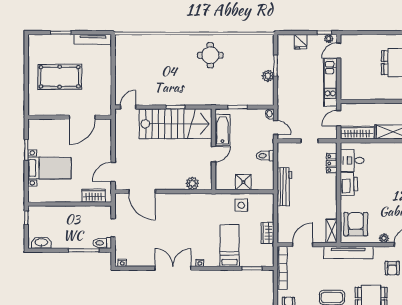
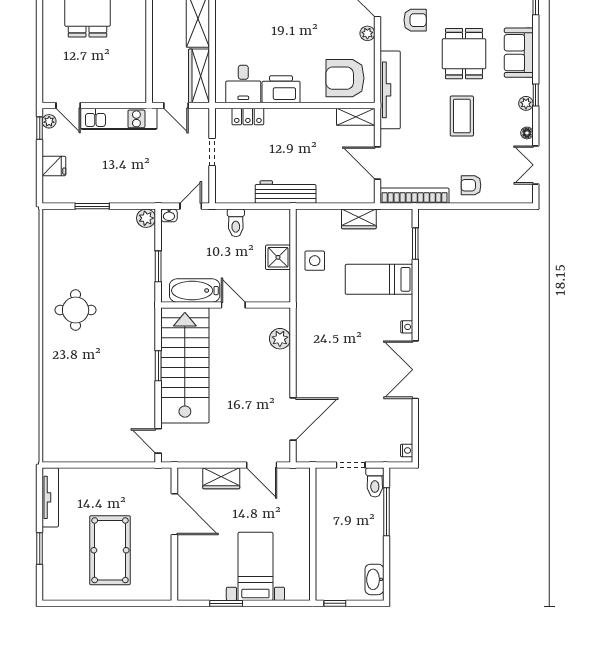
plant: (268, 76) -> (146, 218), moved
wardrobe: (94, 196) -> (221, 478), moved, turned -90

